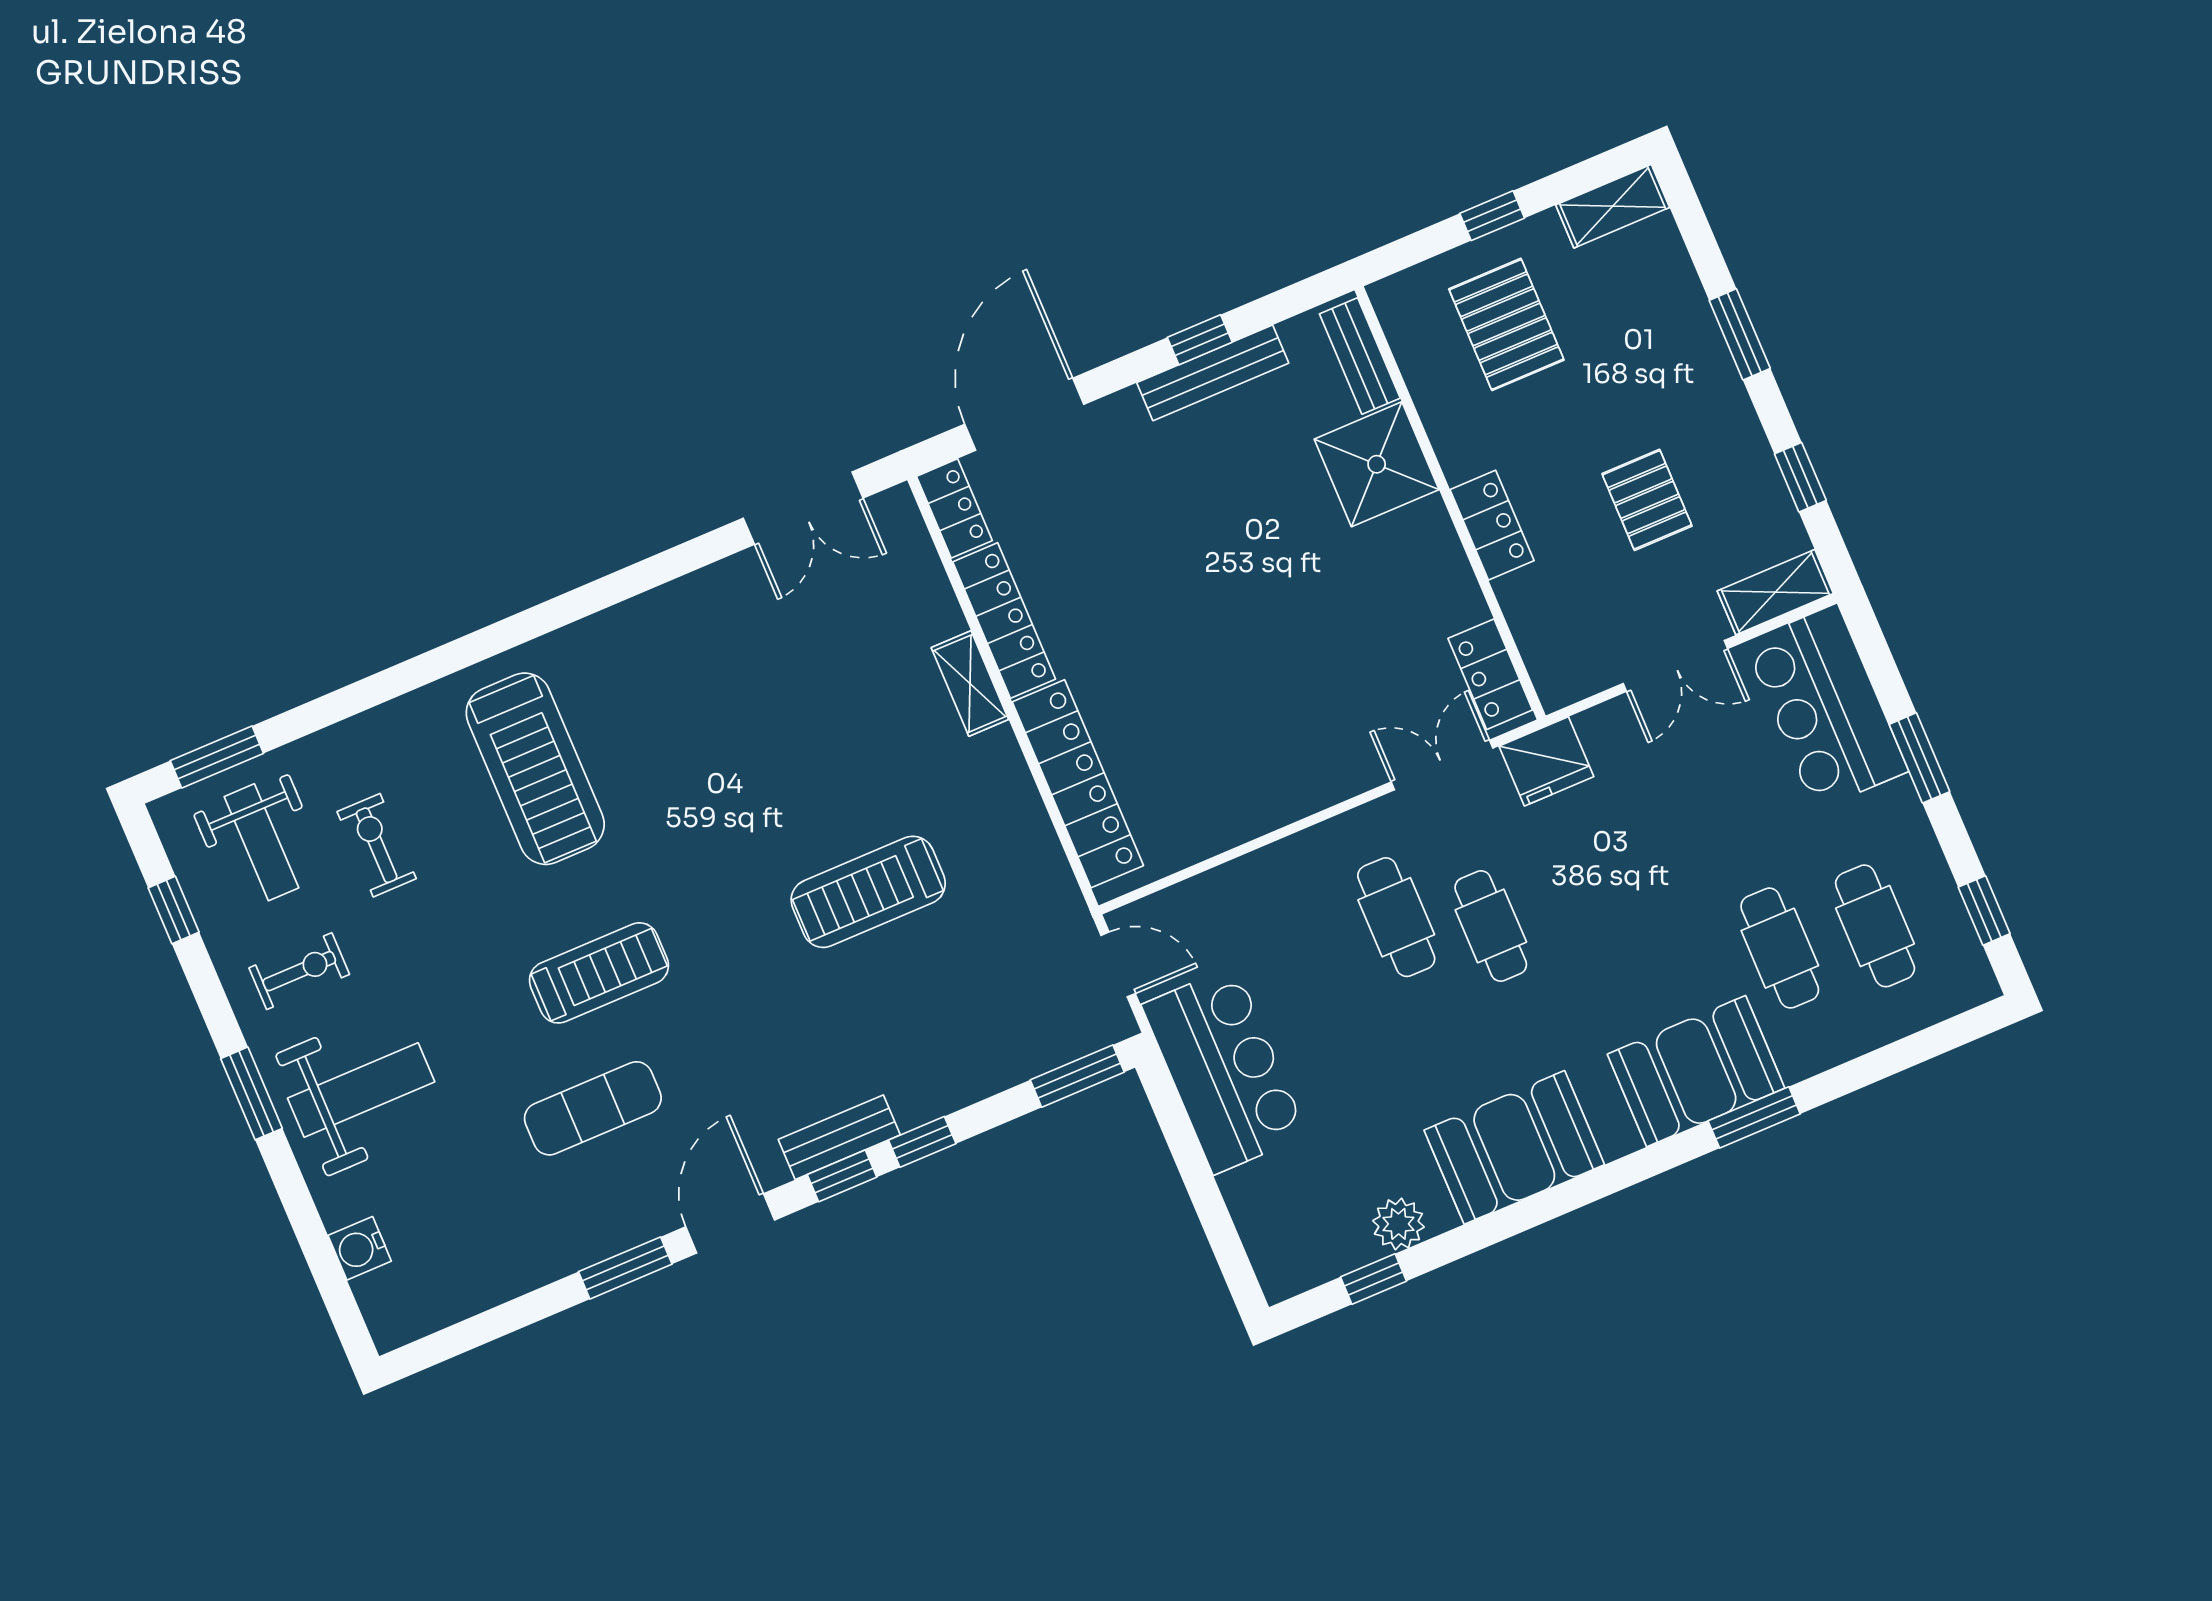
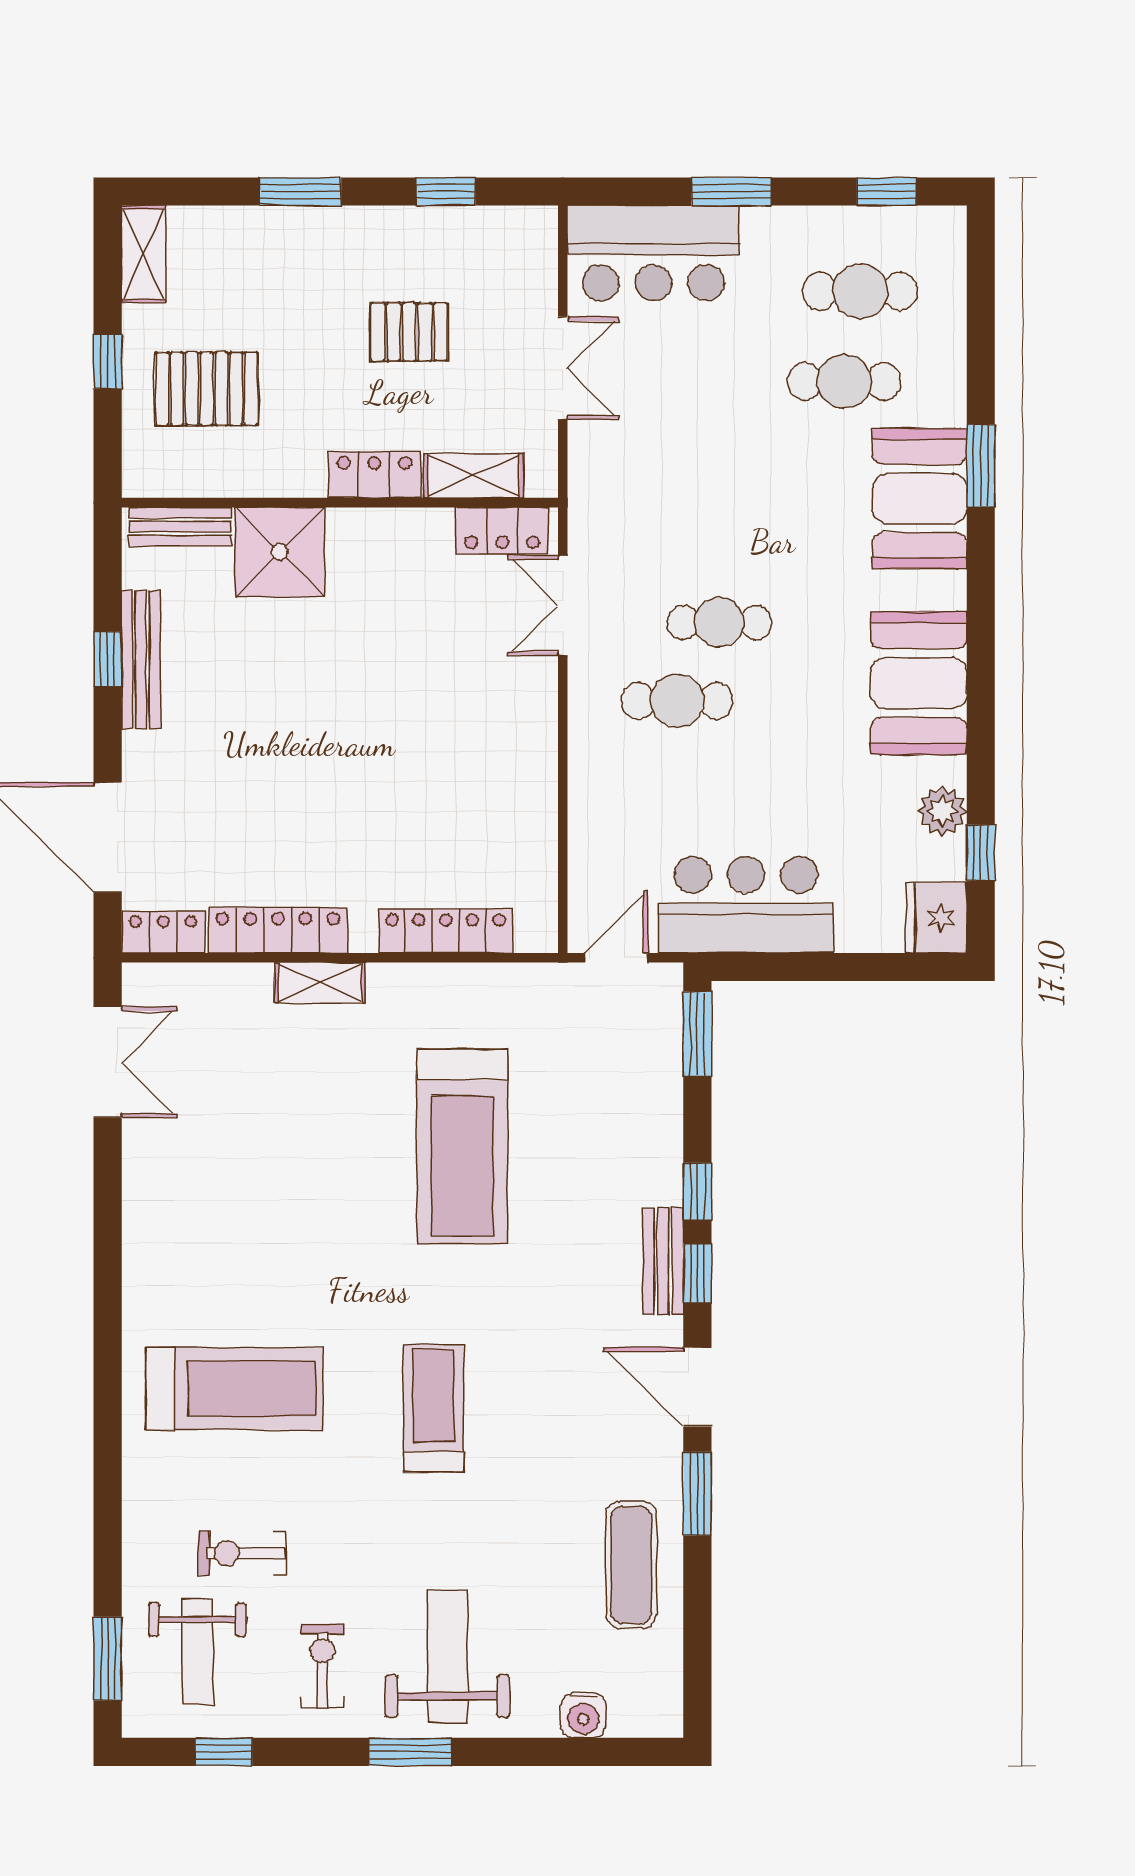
shelving: (1775, 592) -> (474, 476), moved, turned 90
fridge: (1546, 761) -> (936, 918), moved, turned 180
locker: (1078, 784) -> (446, 931), width x0.71, depth x0.83
weight bench: (261, 842) -> (197, 1651), turned 90
treadmill: (868, 892) -> (462, 1147), width x1.37, depth x1.38
exercise mat: (593, 1108) -> (631, 1565), moved

